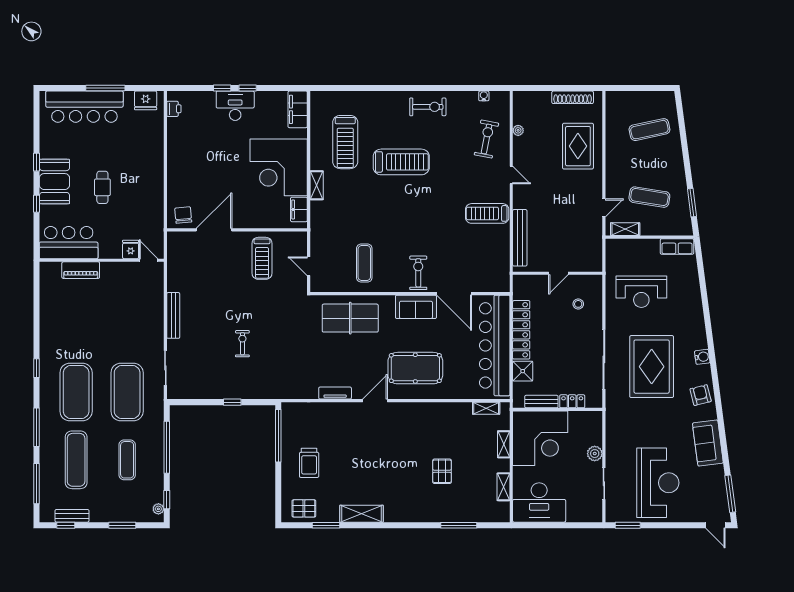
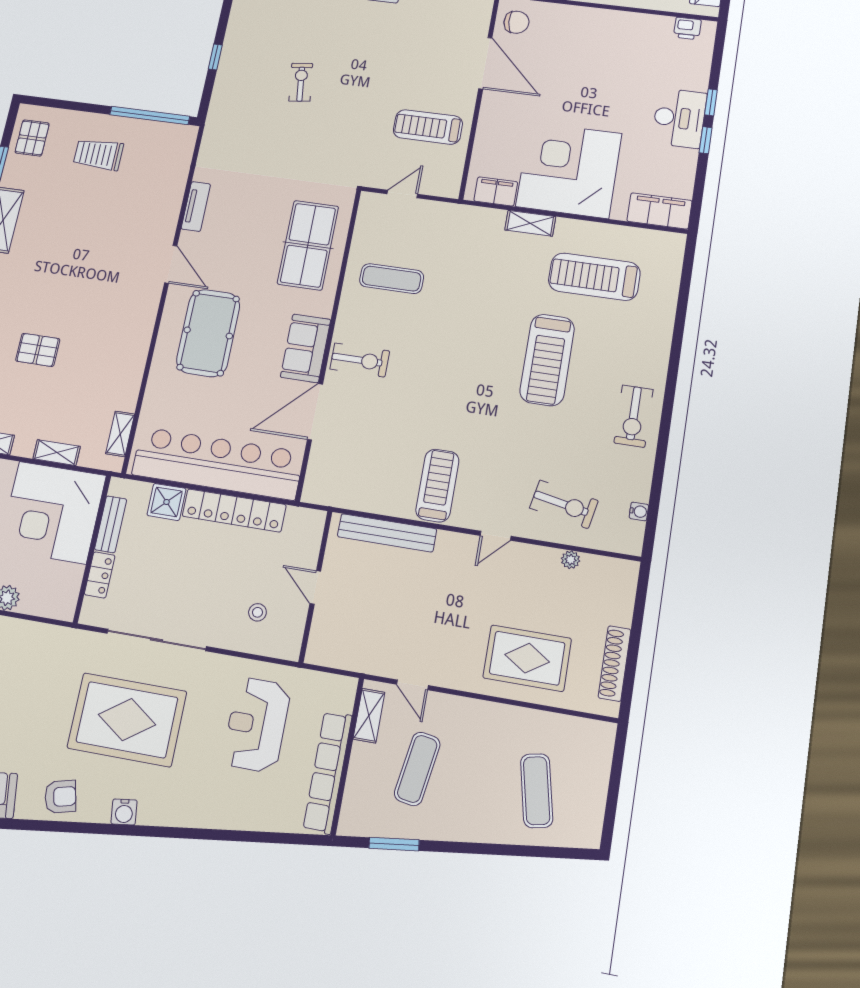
row of seats: (677, 246) -> (328, 772), width x2.02
exercise bike: (242, 344) -> (301, 82), turned -97

